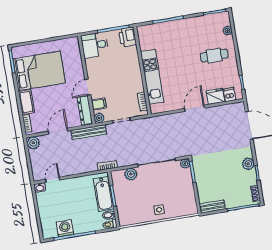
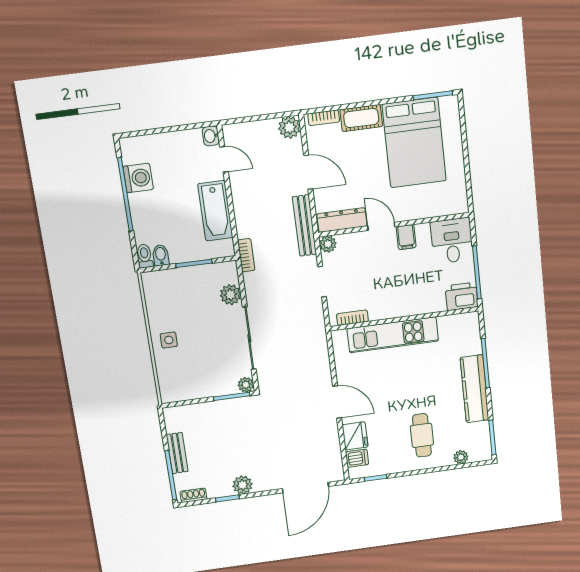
kitchen counter: (184, 25) -> (475, 389), added
filing cabinet: (99, 104) -> (406, 237), moved
bathtub: (104, 194) -> (215, 211), moved, turned -90
bench: (212, 207) -> (177, 453), moved

